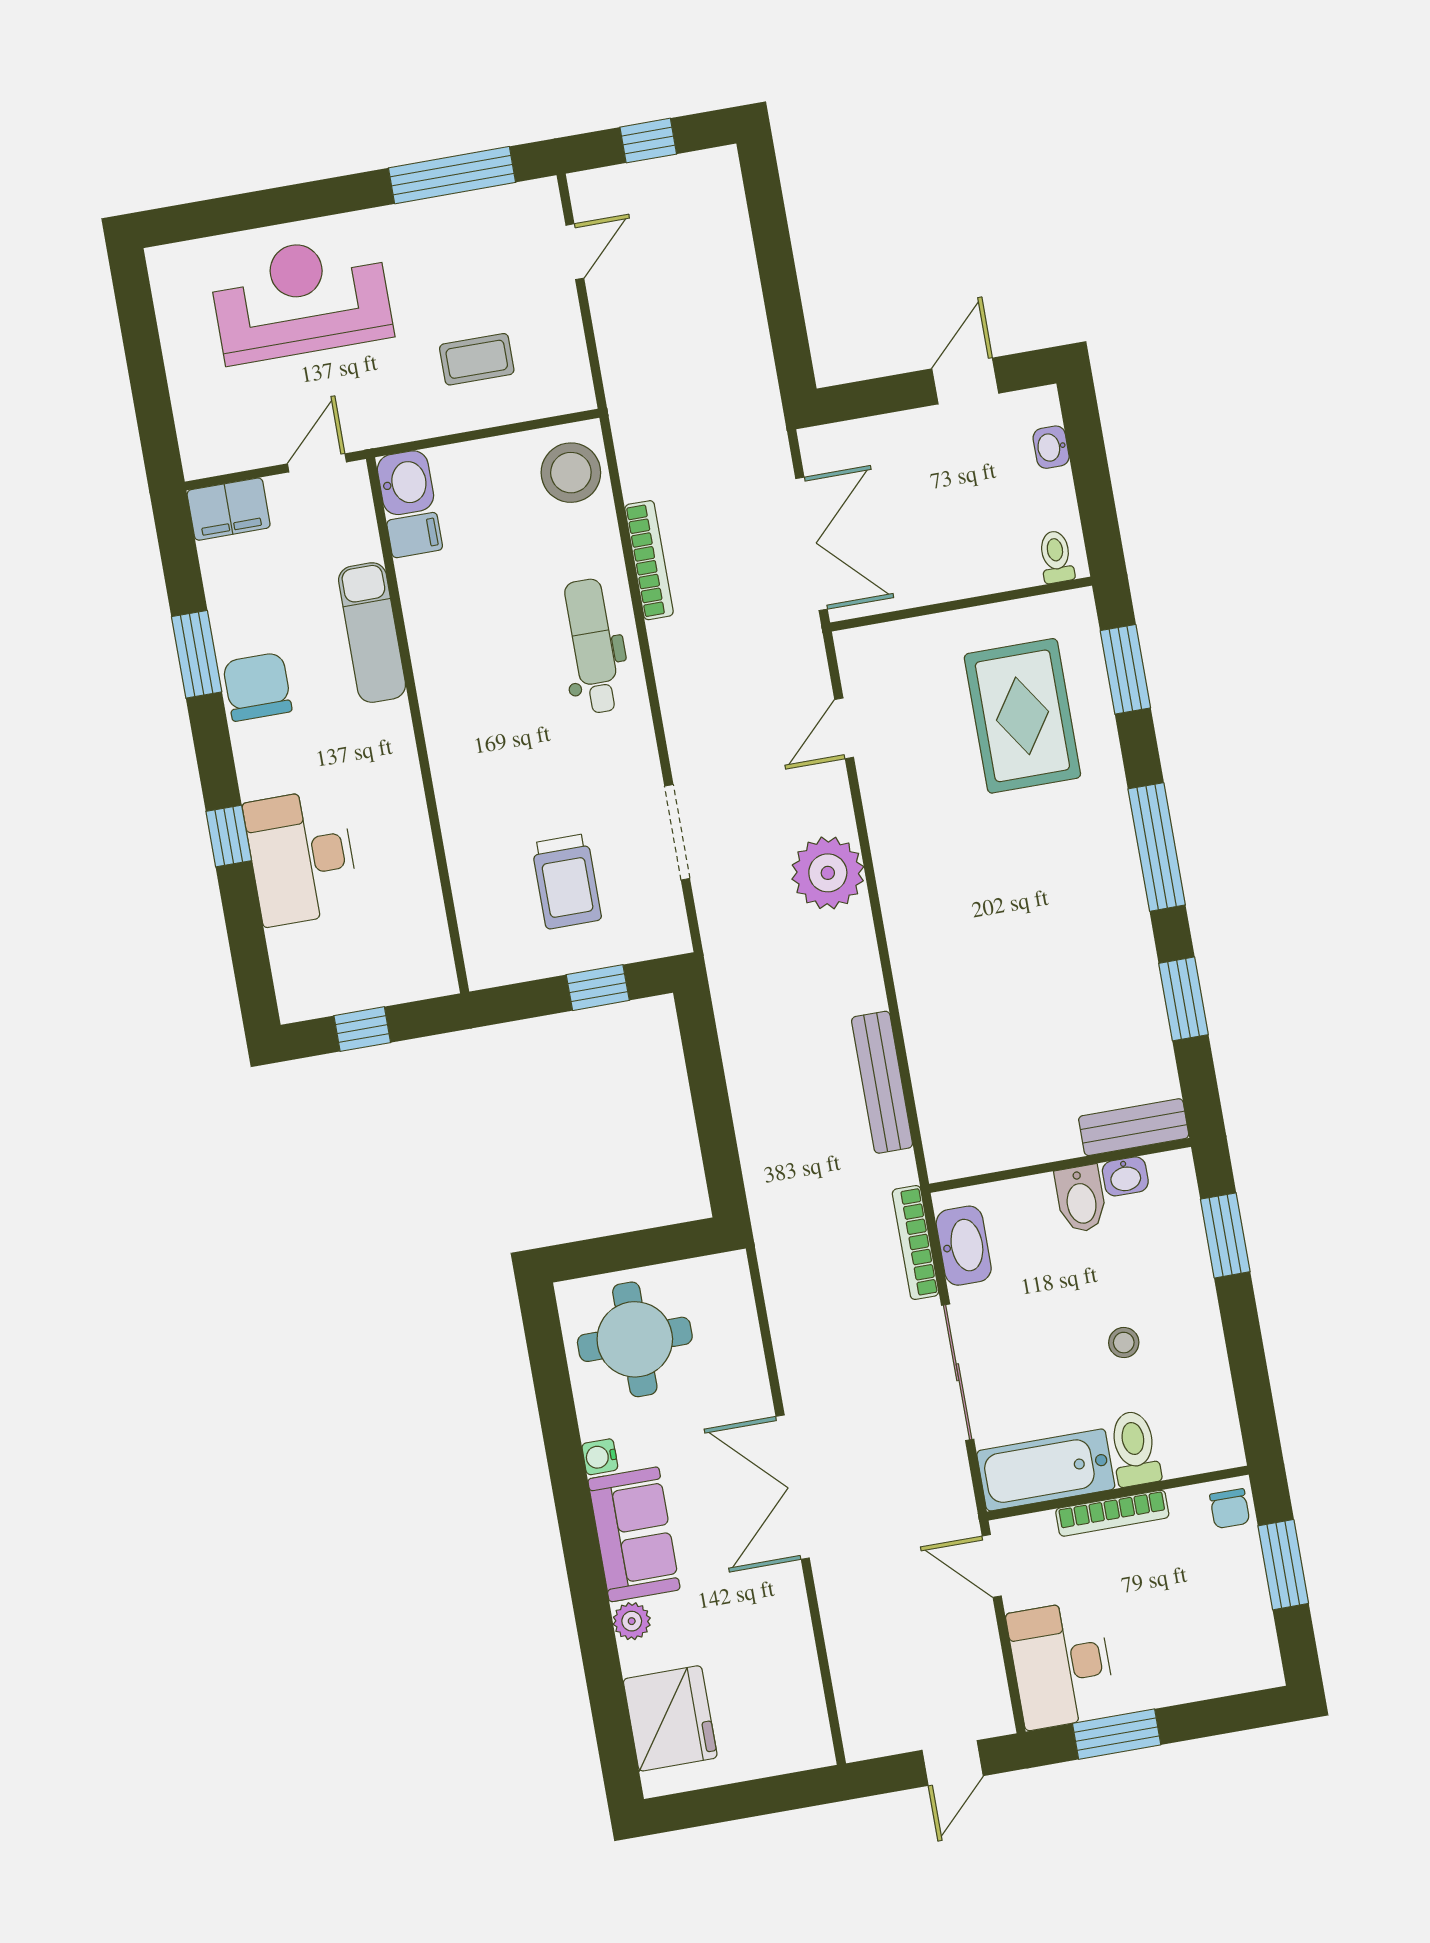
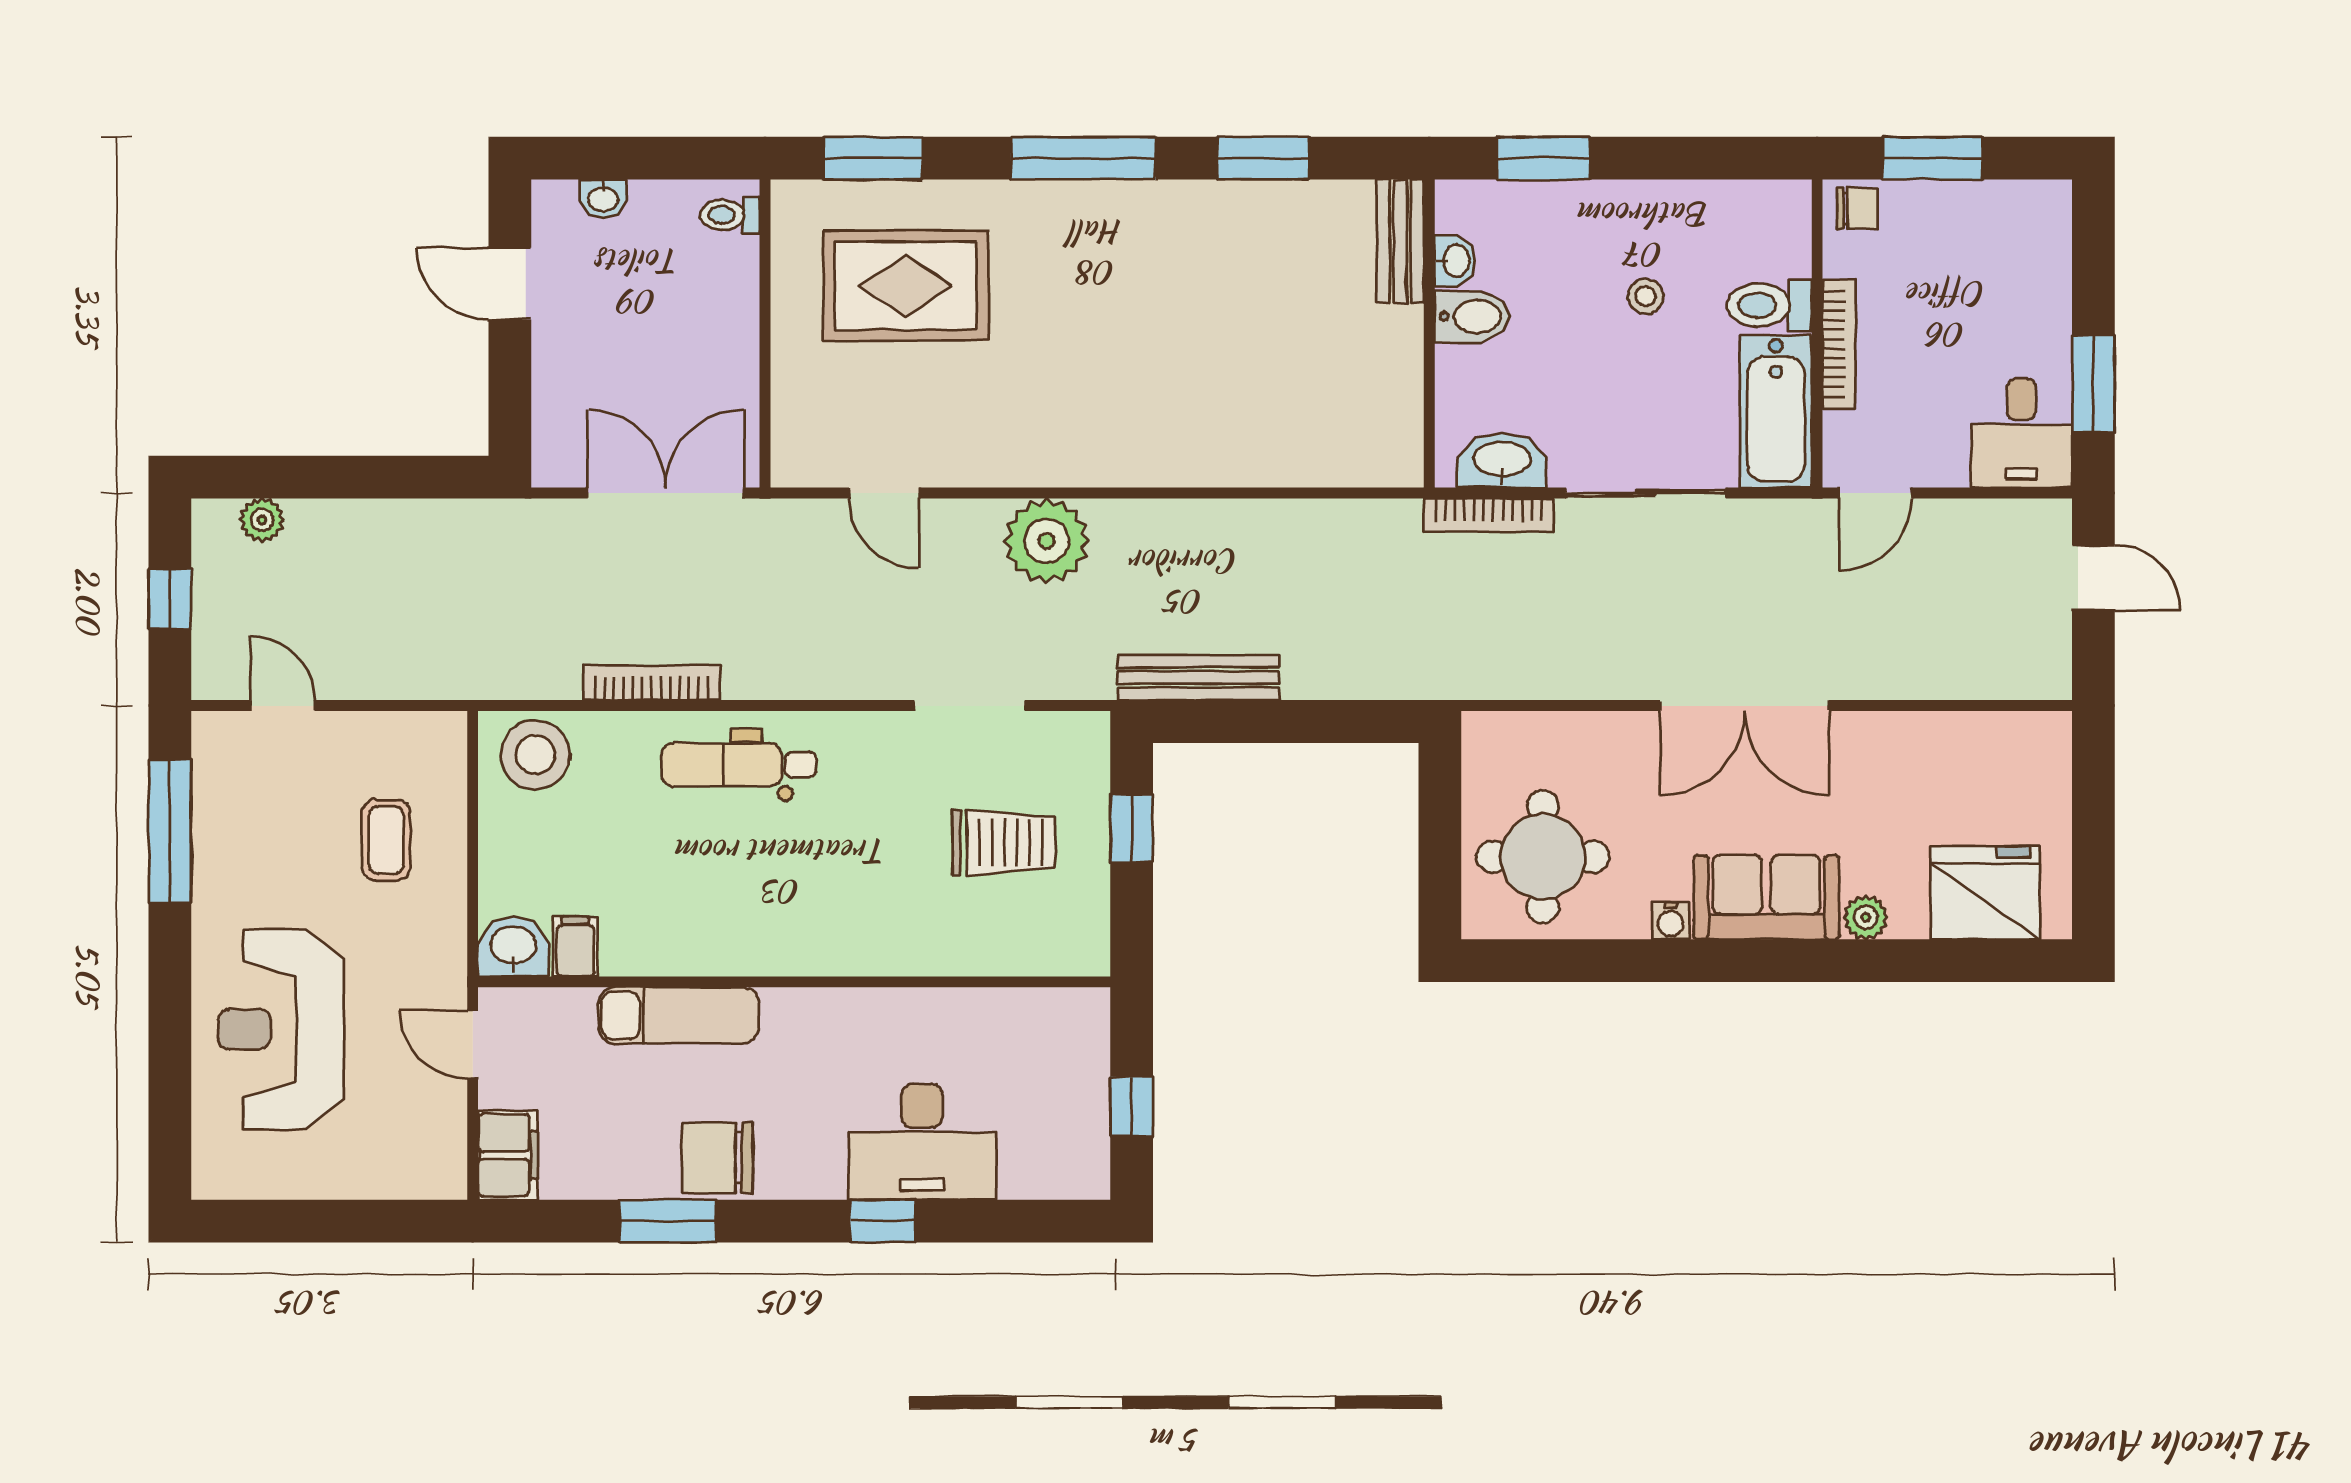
plant: (729, 207) -> (262, 520), added
bench: (882, 1082) -> (1198, 678), moved
desk: (1061, 1664) -> (2021, 433), width x0.73

